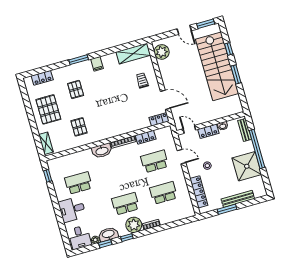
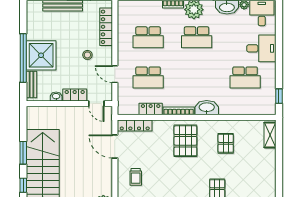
pallet: (48, 109) -> (185, 141), moved
locker: (159, 119) -> (135, 125), width x1.53
shower: (247, 166) -> (41, 55), moved

